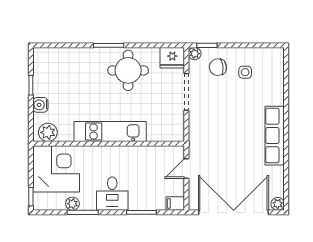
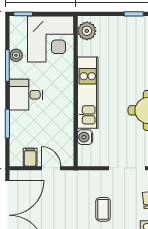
water cooler: (40, 105) -> (85, 137), moved, turned -90
coffee table: (228, 116) -> (103, 209), added
filing cabinet: (175, 204) -> (30, 157), moved

